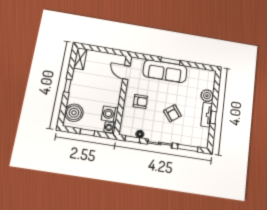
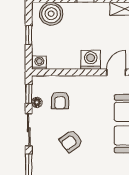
armchair: (140, 101) -> (60, 100), moved
washing machine: (110, 114) -> (91, 60), moved

